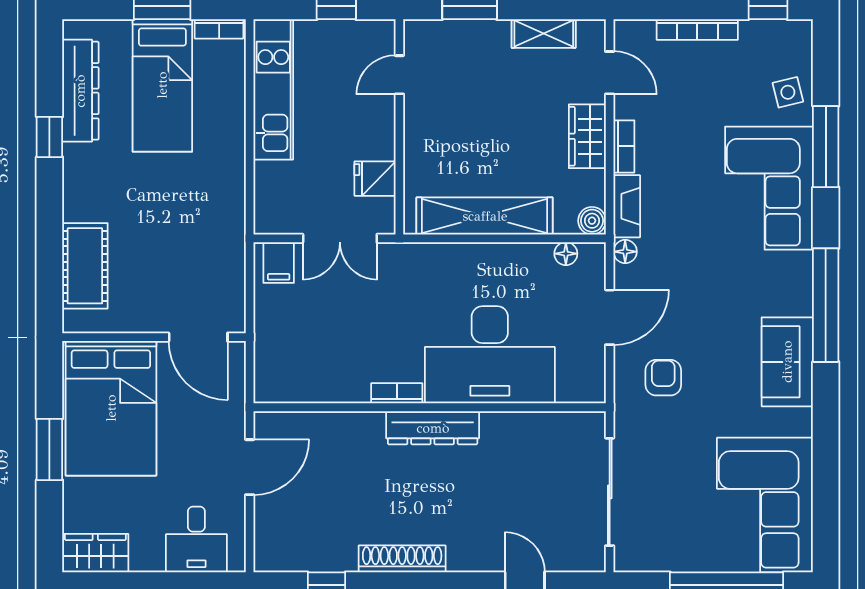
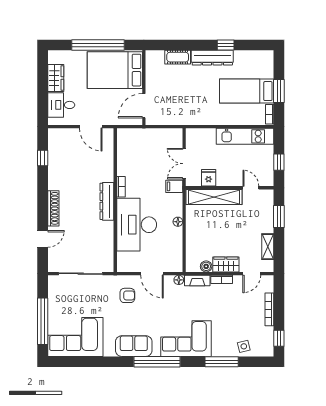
dresser: (80, 91) -> (212, 58), moved
corner sofa: (769, 188) -> (186, 339), moved
shelving: (485, 216) -> (214, 197), moved, turned 90
boiler: (592, 221) -> (206, 266), moved
floor lamp: (566, 254) -> (178, 222), moved
filing cabinet: (279, 263) -> (174, 186), moved
cot: (85, 266) -> (178, 57), width x0.73, depth x0.75
window: (49, 449) -> (98, 45), width x2.11
wardrobe: (95, 553) -> (56, 78), moved
shoe rack: (402, 559) -> (53, 208), moved

